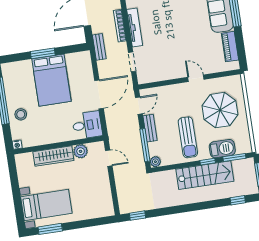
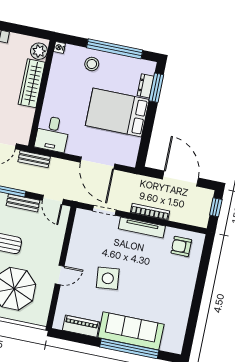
side table: (185, 39) -> (108, 278), added
bench: (99, 47) -> (34, 159), moved
window: (43, 53) -> (156, 88), moved
dresser: (22, 66) -> (146, 86), added
door: (99, 94) -> (98, 163), moved
plant: (81, 151) -> (39, 51), moved

